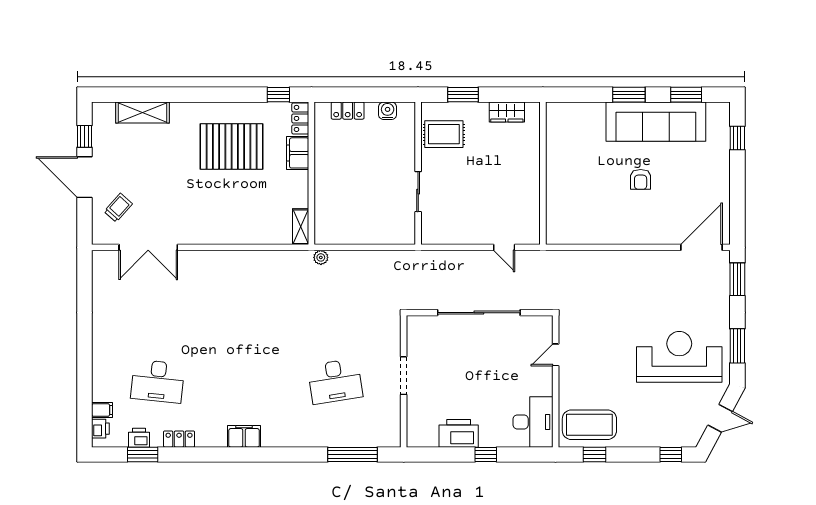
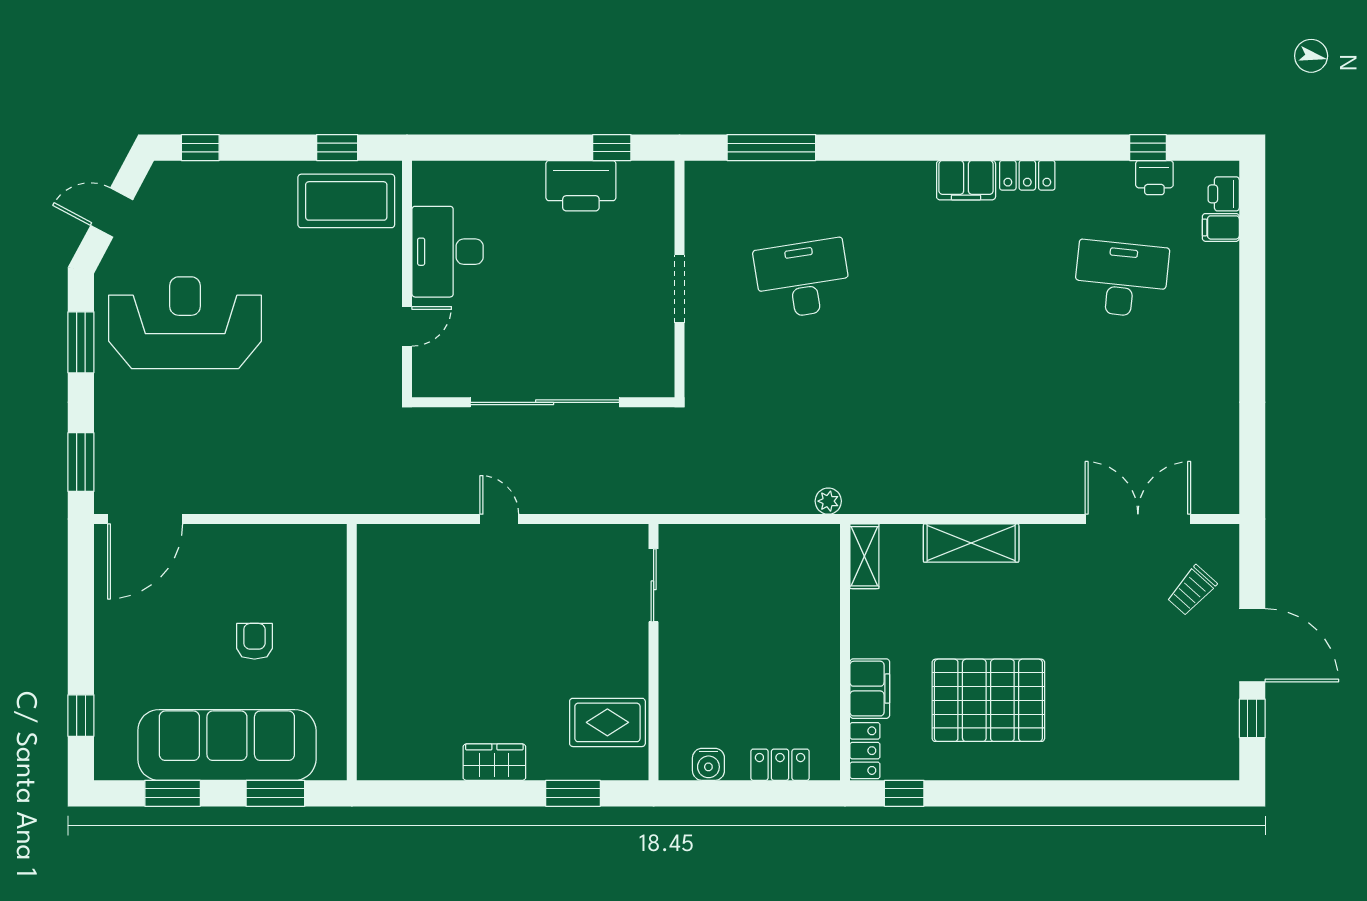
shelving: (142, 113) -> (971, 543), moved
wall: (543, 173) -> (352, 652), moved
sliding door: (418, 192) -> (654, 585), moved
reception desk: (679, 357) -> (185, 323), turned 180
desk: (533, 422) -> (448, 252), moved
locker: (179, 439) -> (1027, 175), moved
window: (143, 454) -> (1148, 148), width x0.67
window: (486, 454) -> (612, 148), moved

